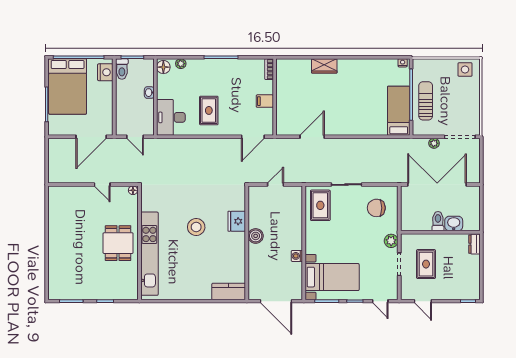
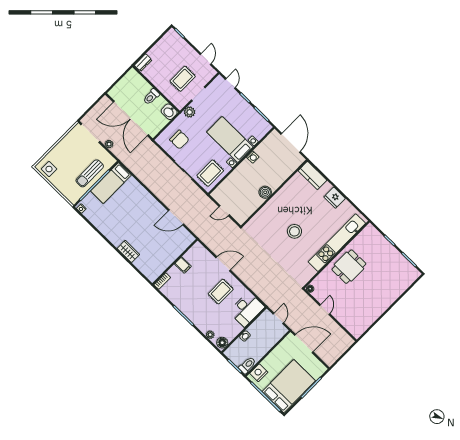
door: (253, 137) -> (223, 264), moved
fridge: (237, 221) -> (335, 198), moved, turned 90
washbasin: (454, 223) -> (169, 112), moved
bed with nightstands: (332, 277) -> (230, 140), moved

